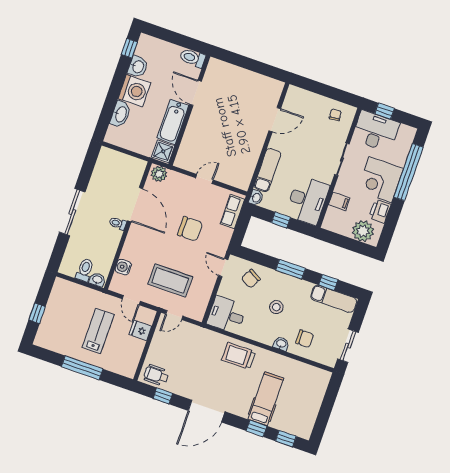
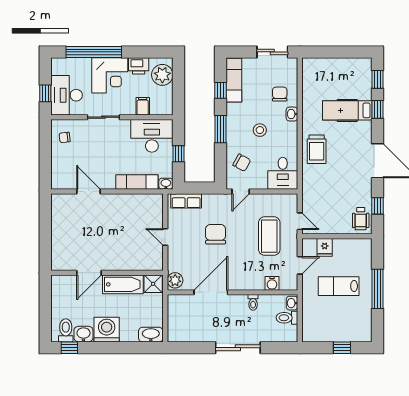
toilet: (193, 58) -> (66, 330), moved, turned 180
washbasin: (121, 114) -> (151, 335), moved
toilet: (118, 223) -> (253, 302), moved

